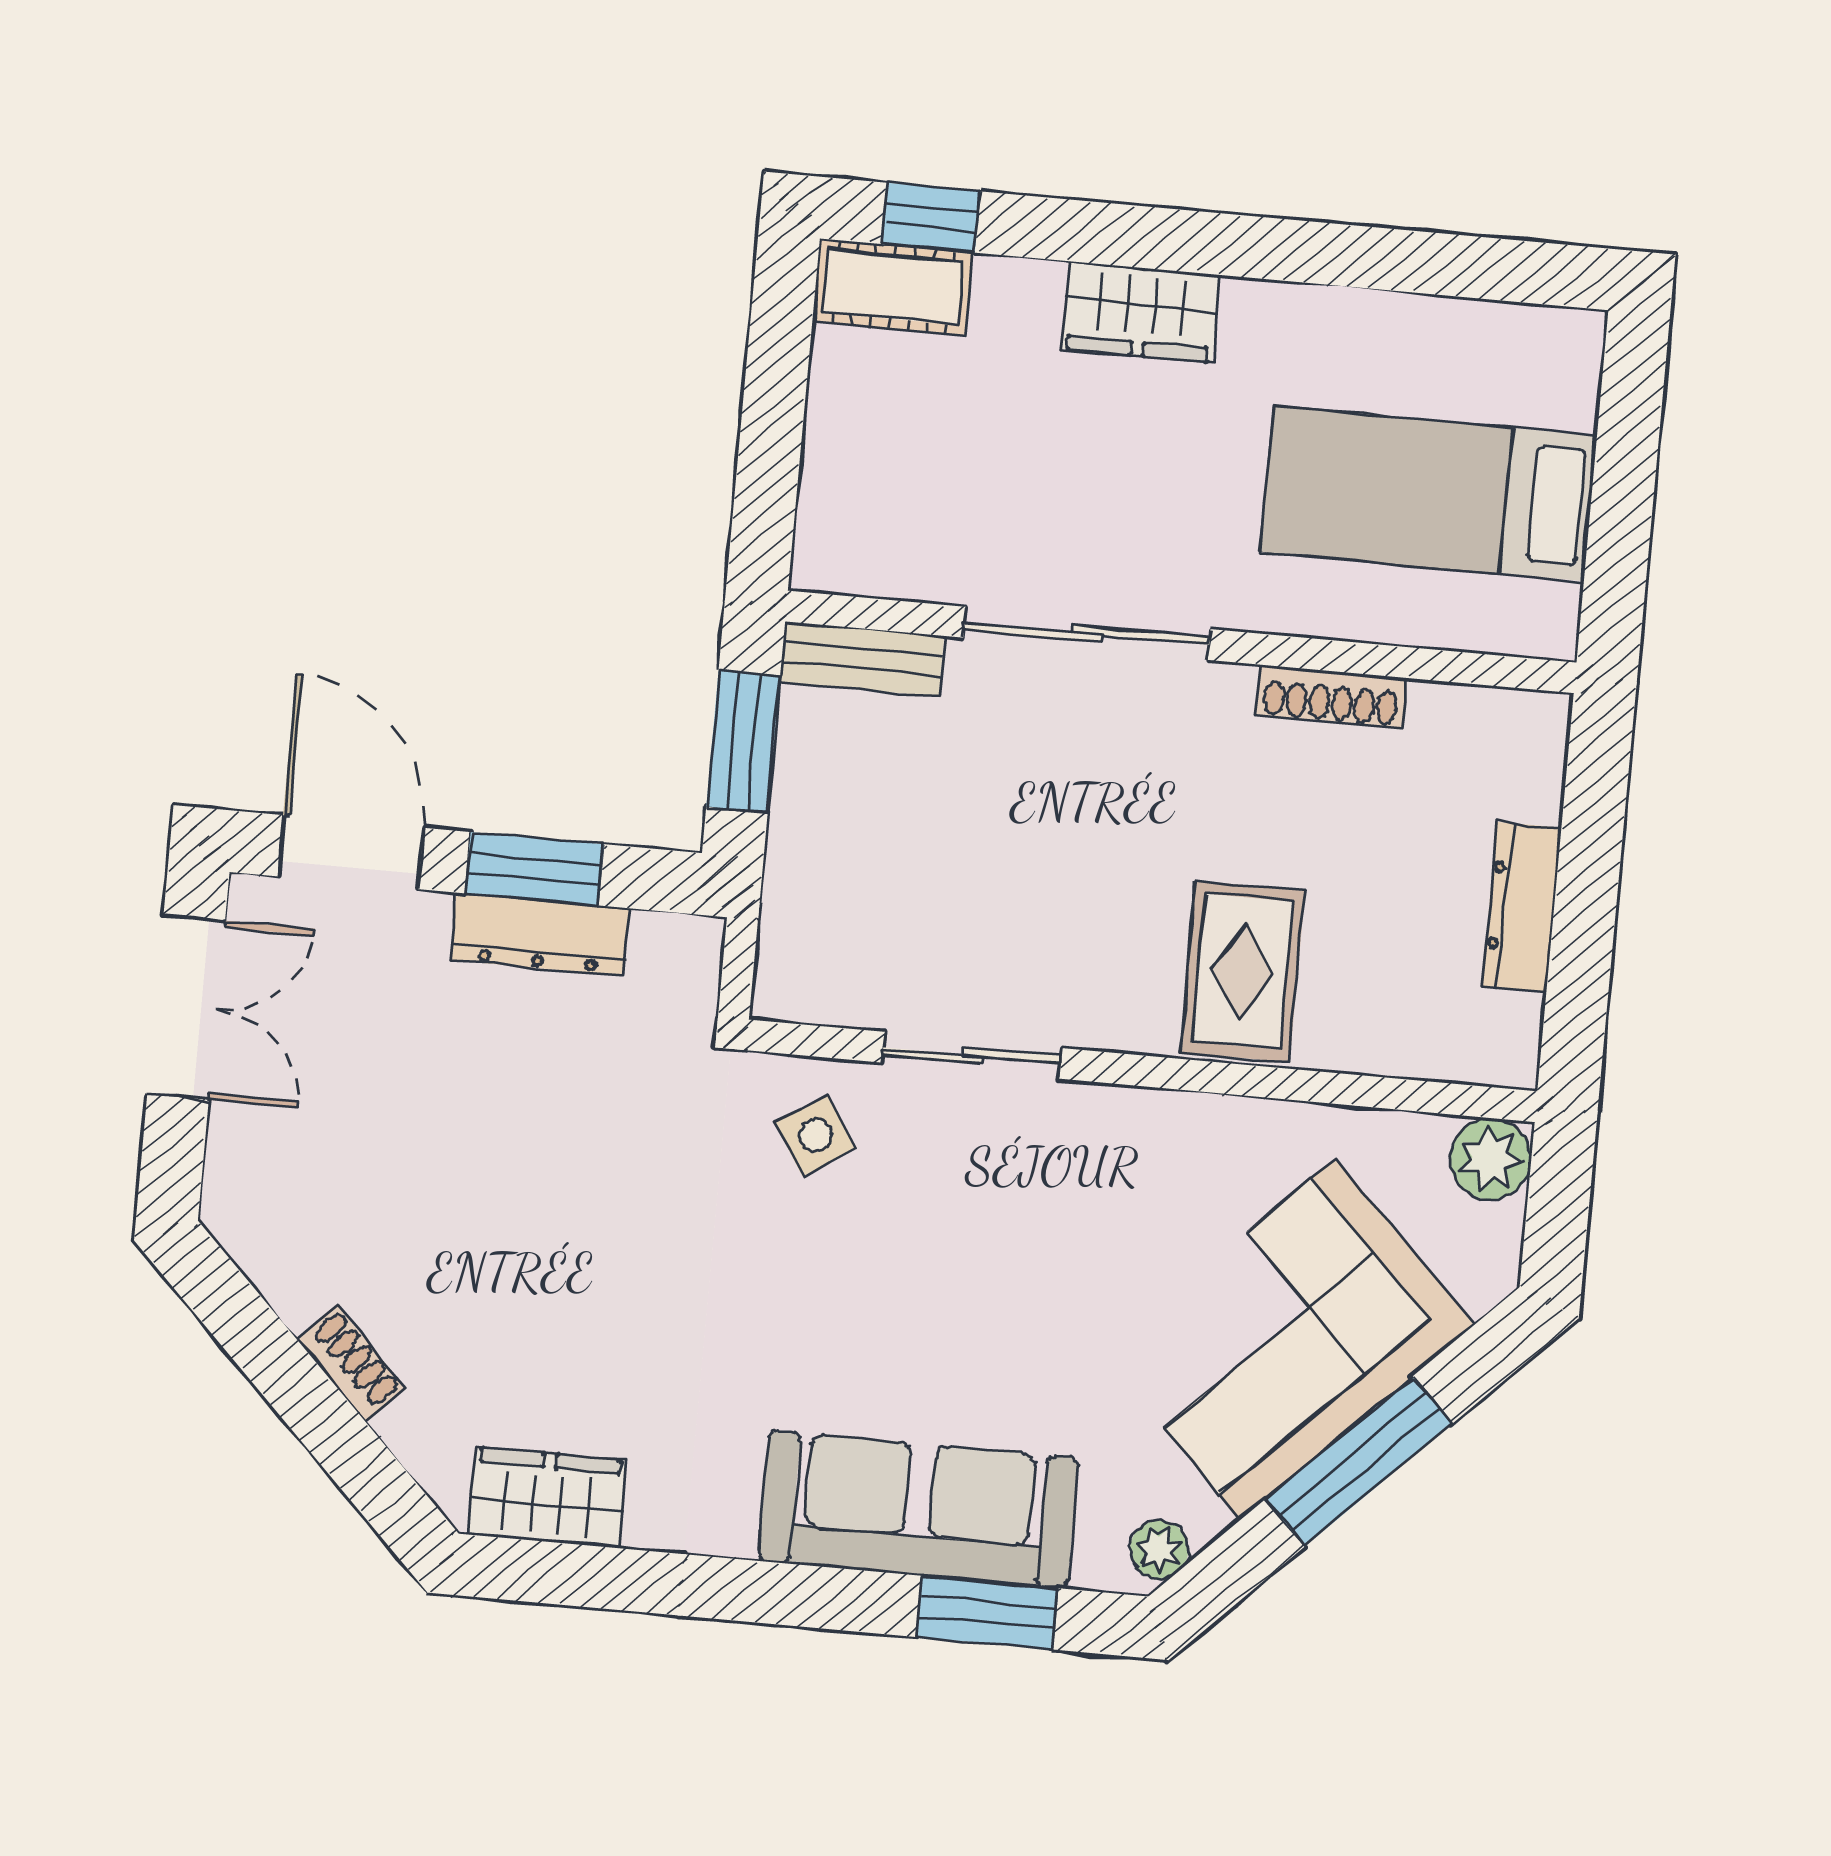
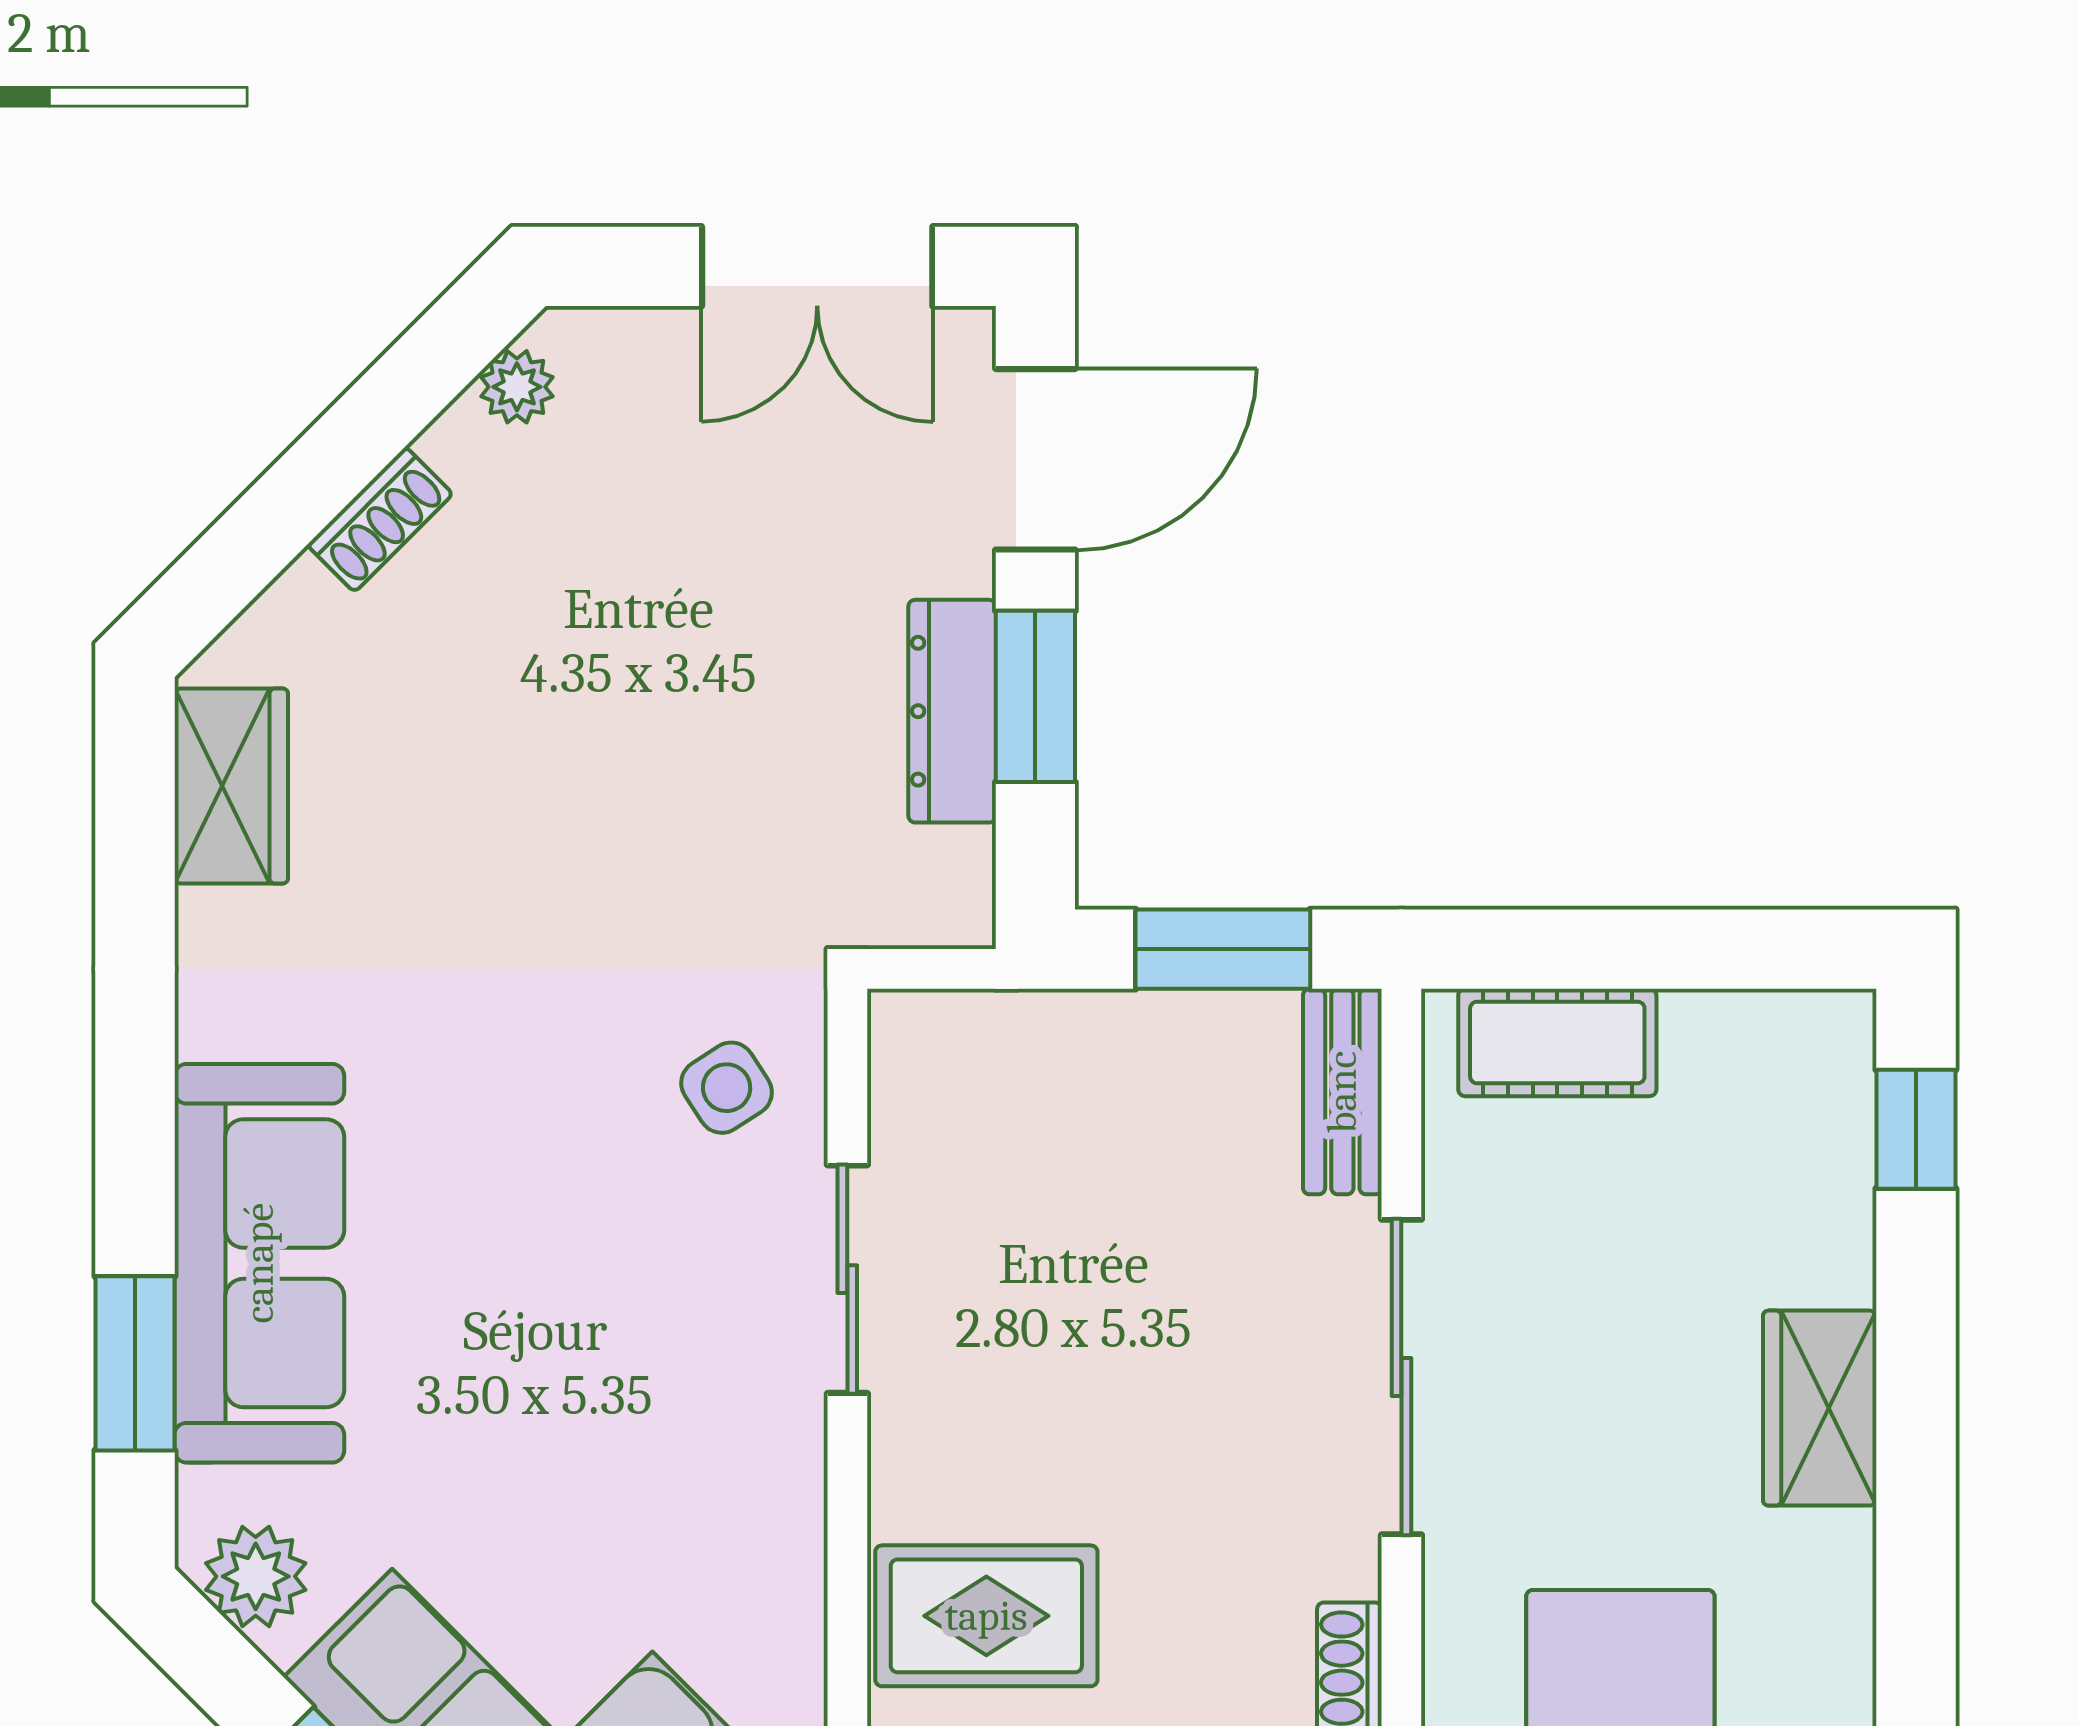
cot: (893, 287) -> (1557, 1042), moved, turned 90
plant: (258, 1248) -> (517, 387), added
plant: (1159, 1550) -> (256, 1576), width x1.38, depth x1.38

